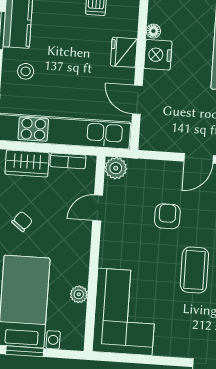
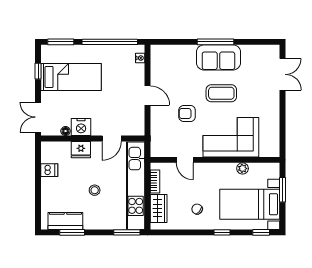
stool: (26, 71) -> (95, 190), moved
plant: (116, 168) -> (158, 150), removed
corner sofa: (125, 312) -> (231, 137), moved
window: (25, 351) -> (283, 190), moved

